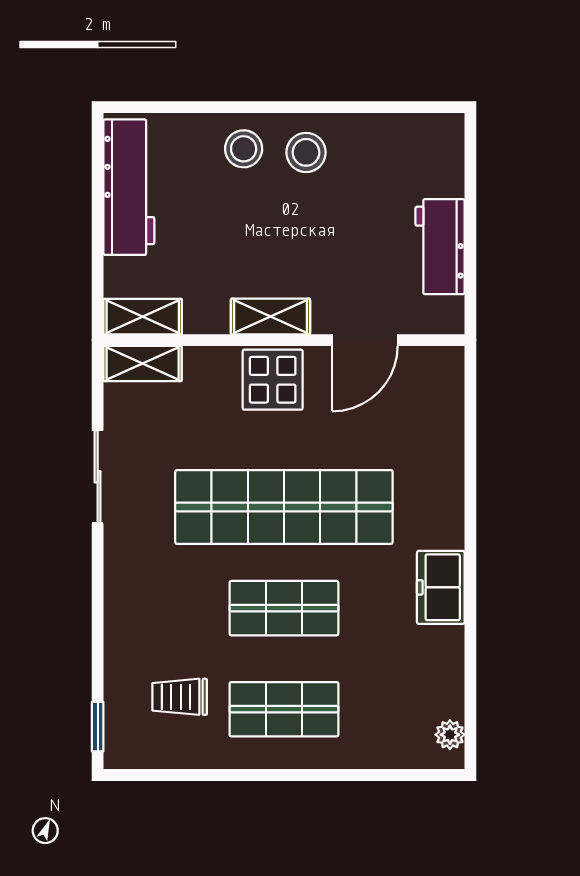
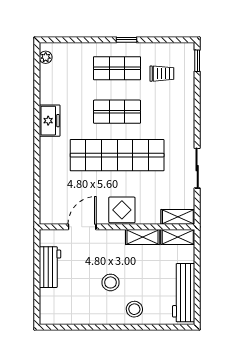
stool: (306, 152) -> (111, 282), moved
shelving: (270, 317) -> (143, 237), moved
window: (262, 775) -> (126, 40), added

